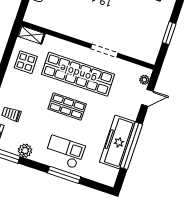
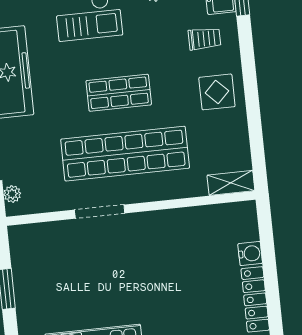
display table: (26, 62) -> (217, 92), moved

